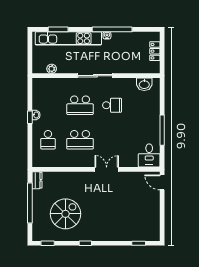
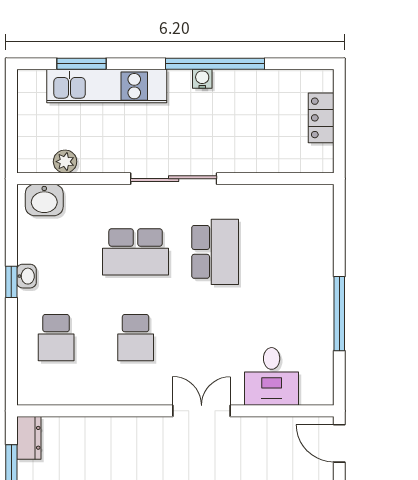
kitchen unit: (68, 38) -> (107, 86), width x0.73
washbasin: (144, 84) -> (44, 200), moved
school desk: (112, 105) -> (215, 252), width x1.85
school desk: (80, 140) -> (136, 338), width x0.54
desk: (149, 155) -> (272, 376), moved

